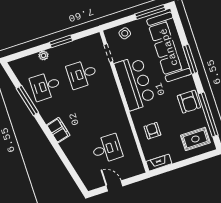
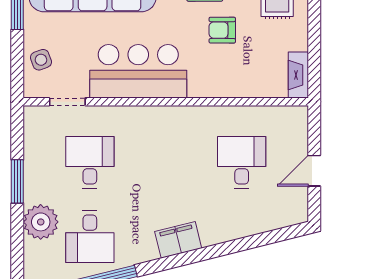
plant: (43, 55) -> (41, 222), width x1.88, depth x1.88
desk: (82, 74) -> (90, 162), turned 180
armchair: (152, 131) -> (222, 30), moved

